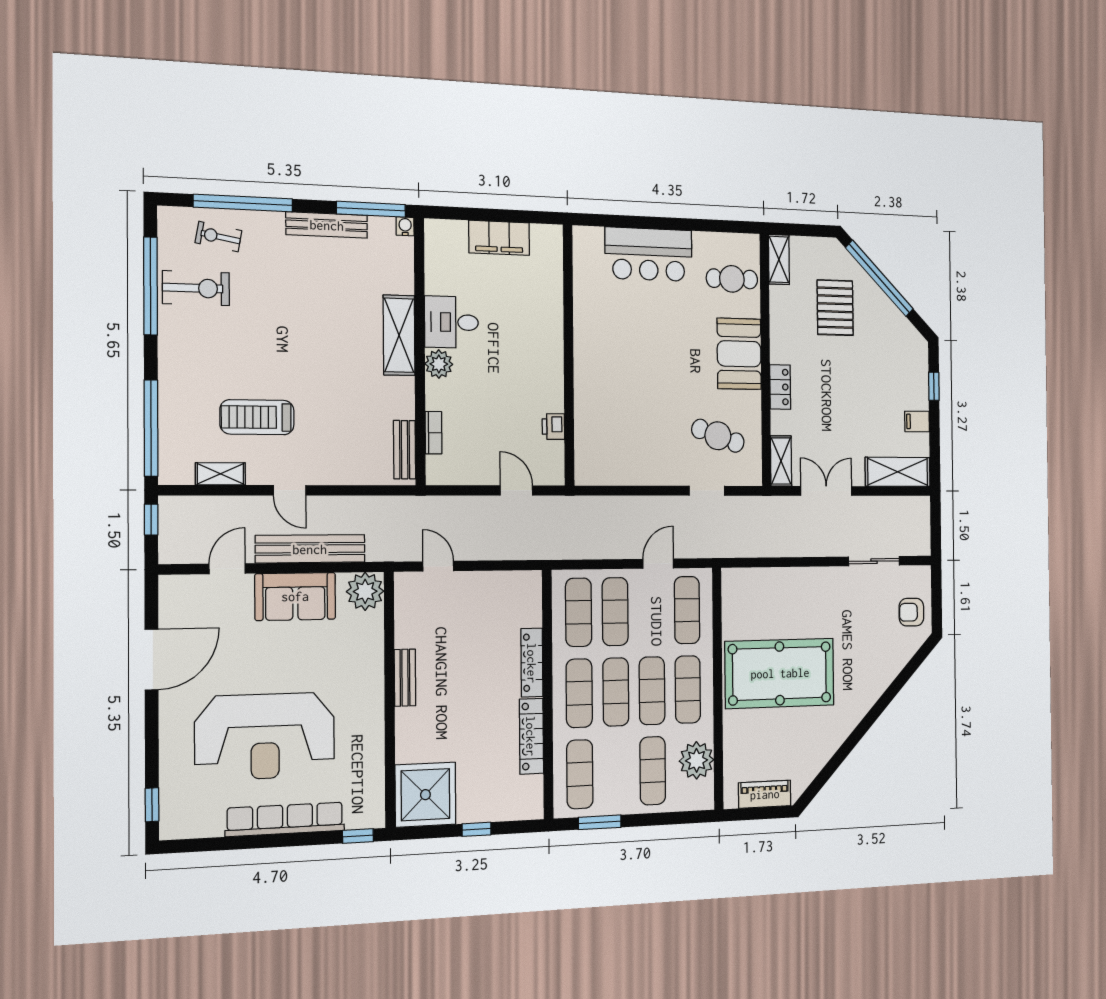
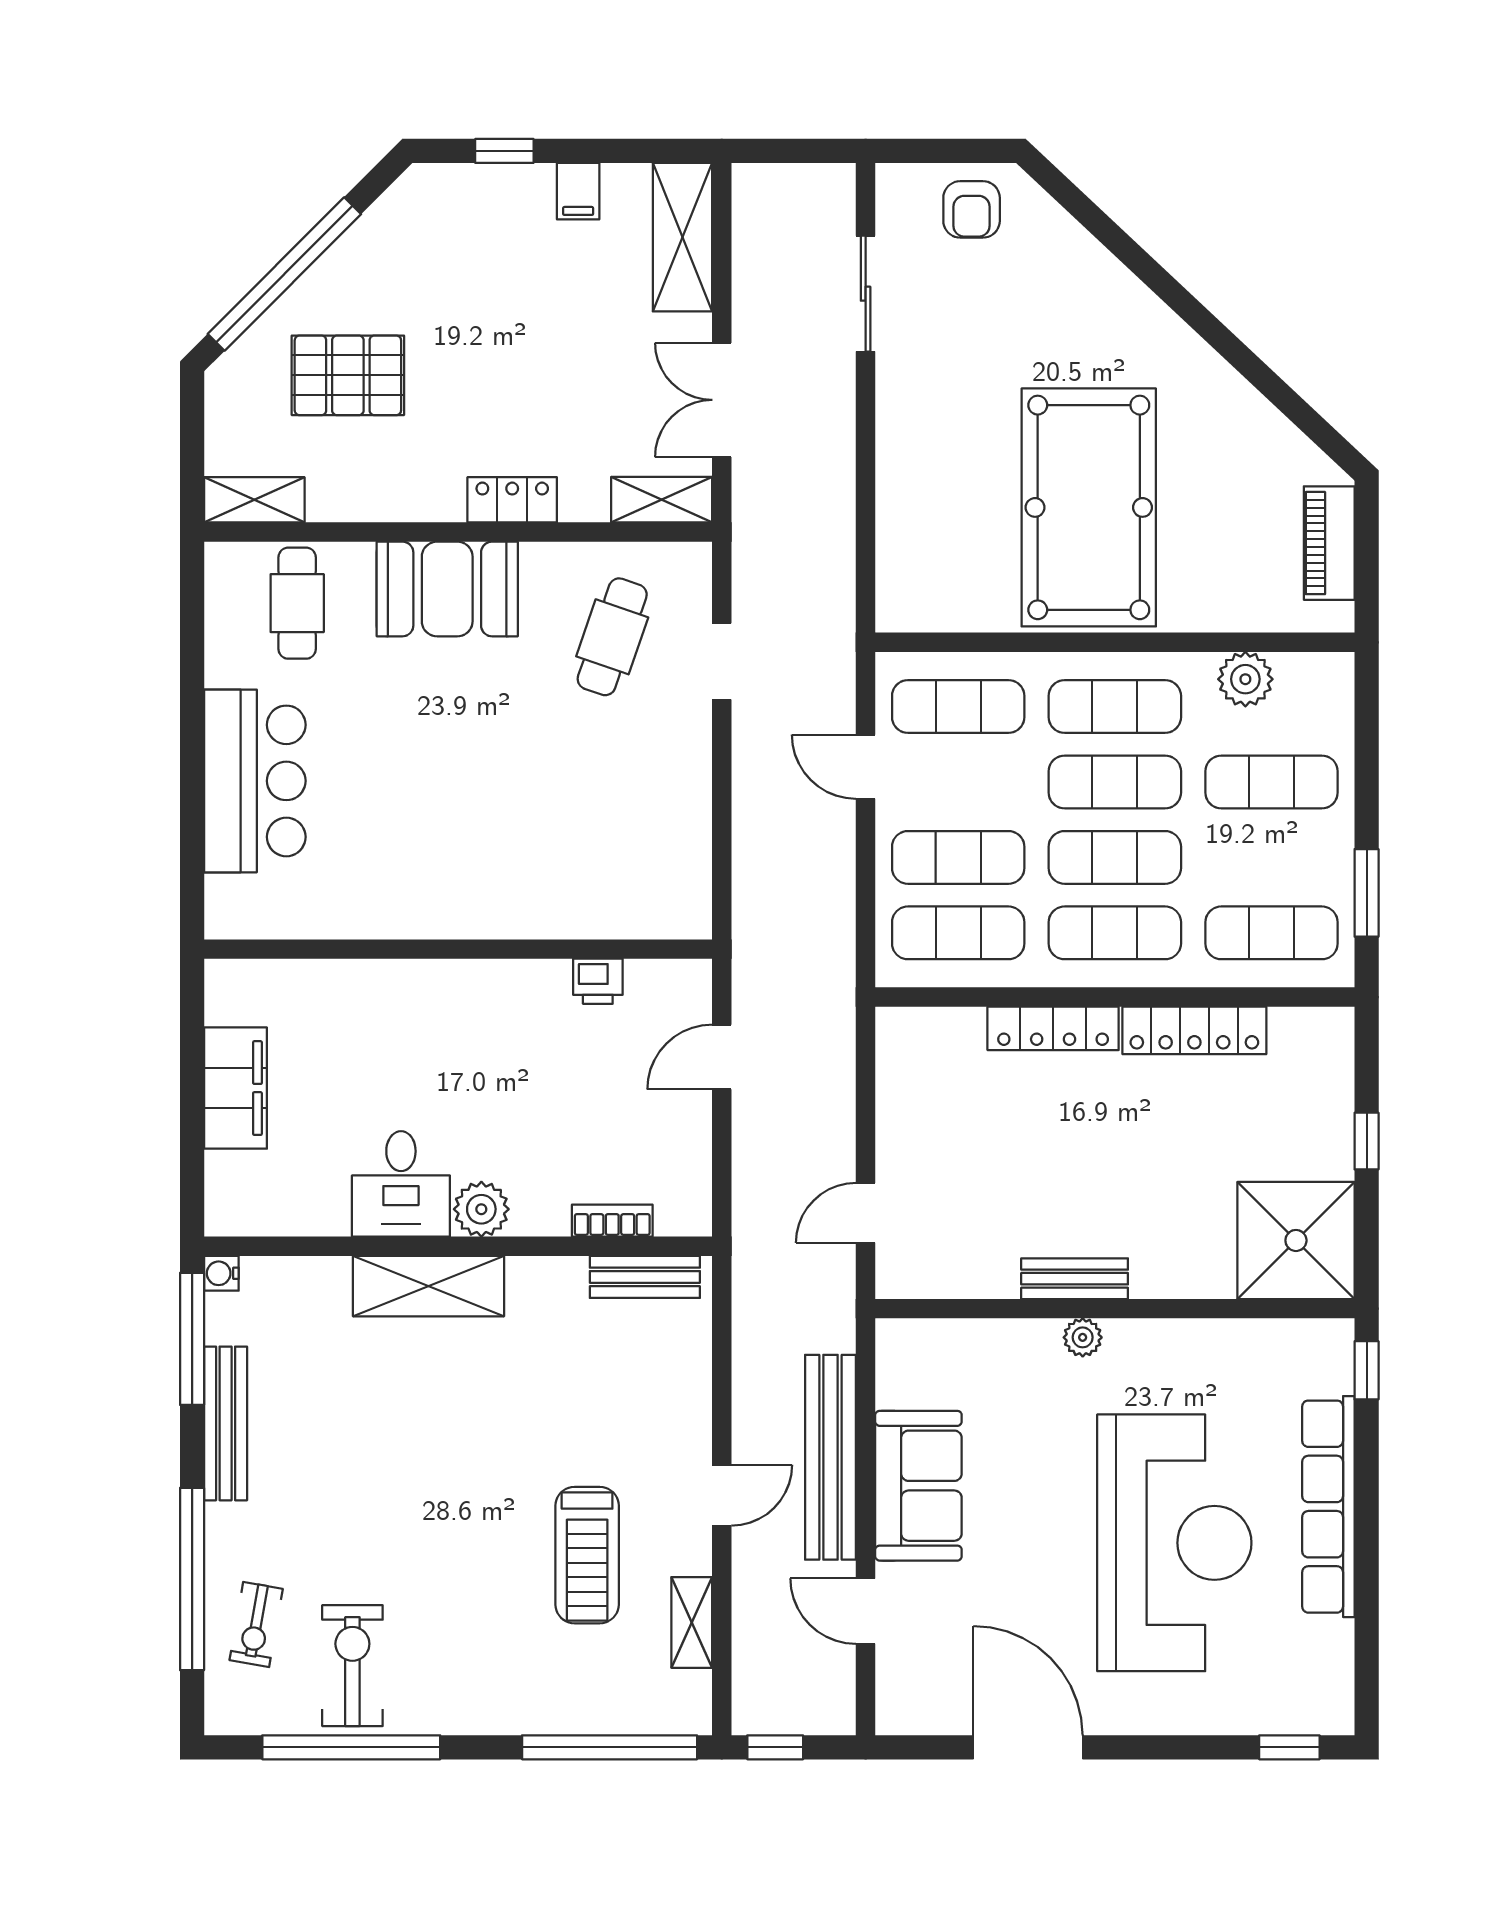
plant: (365, 591) -> (1083, 1337), moved, width x0.53, depth x0.53
plant: (697, 760) -> (1245, 679), width x0.73, depth x0.73

